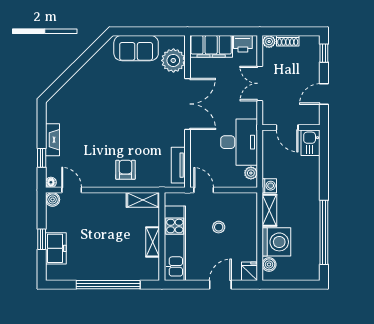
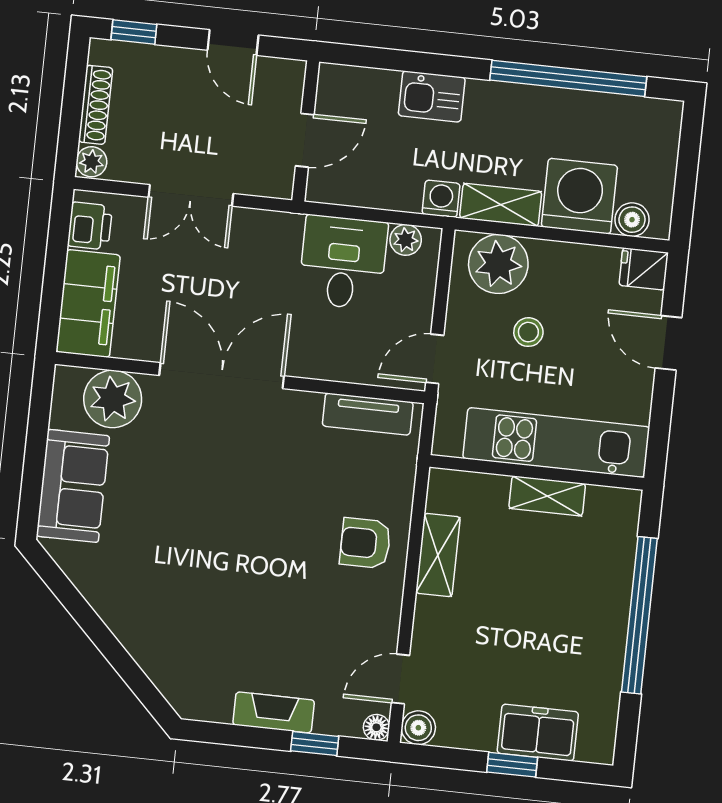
shoe rack: (288, 41) -> (96, 105), width x1.43
desk: (239, 142) -> (343, 262), width x0.73
kitchen sink: (311, 143) -> (432, 97), moved
shelving: (143, 200) -> (438, 555), moved
plant: (245, 212) -> (498, 264), added

